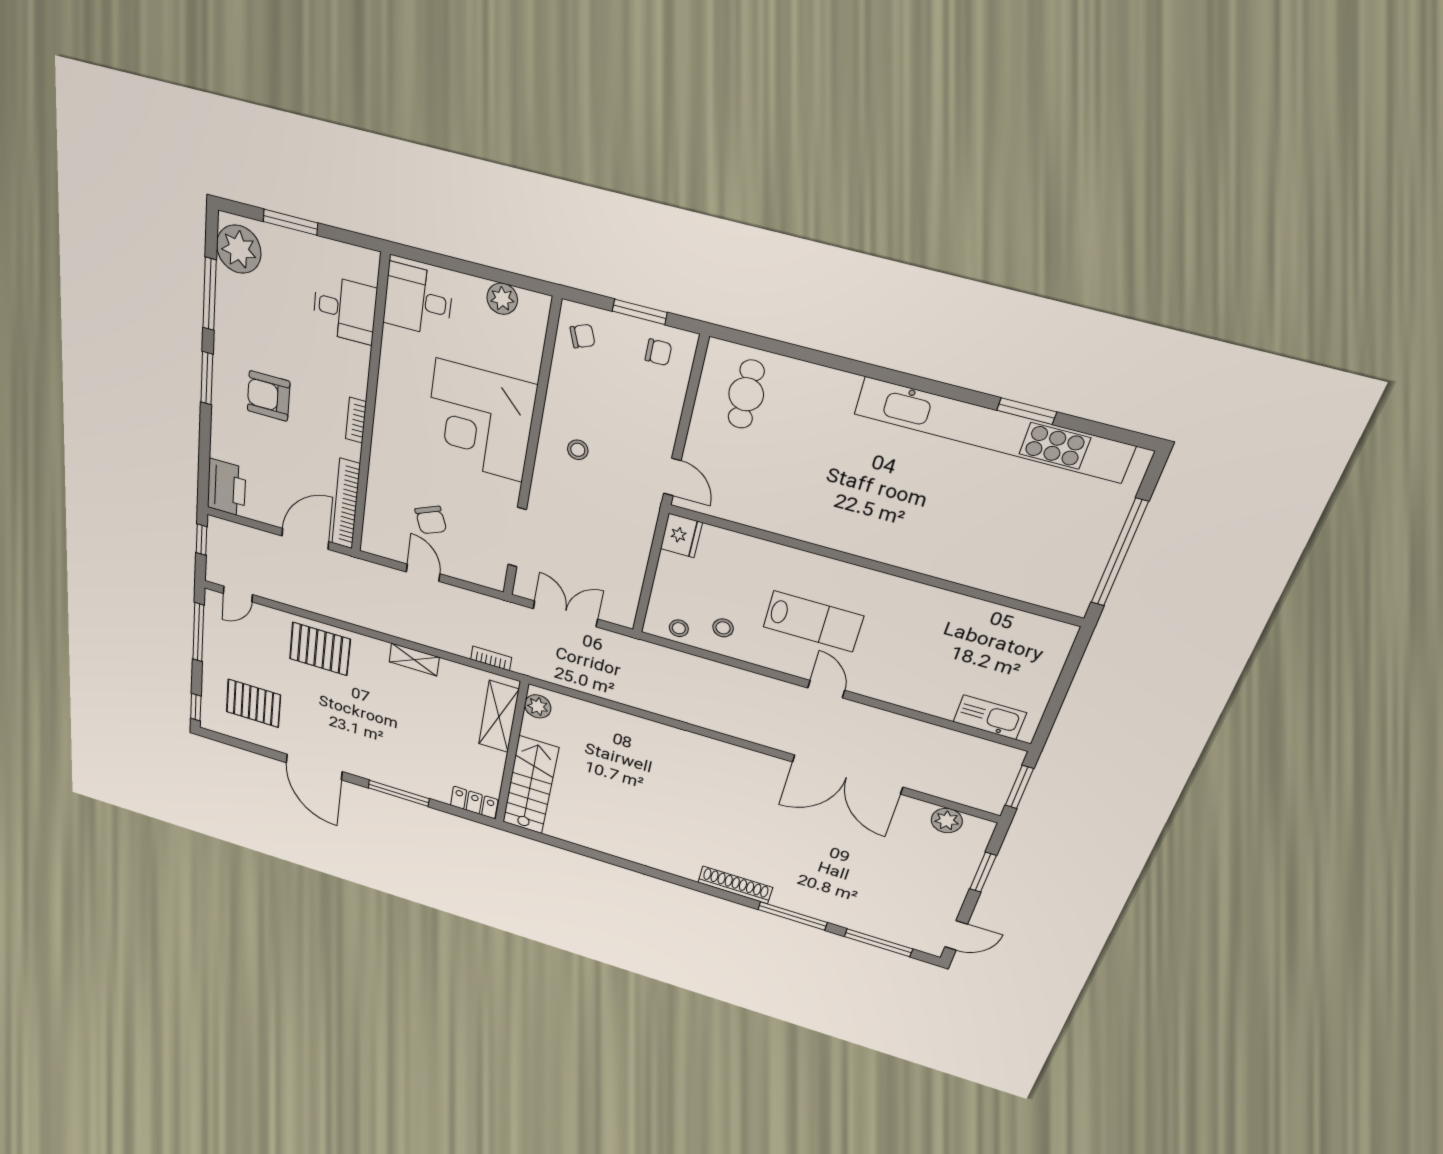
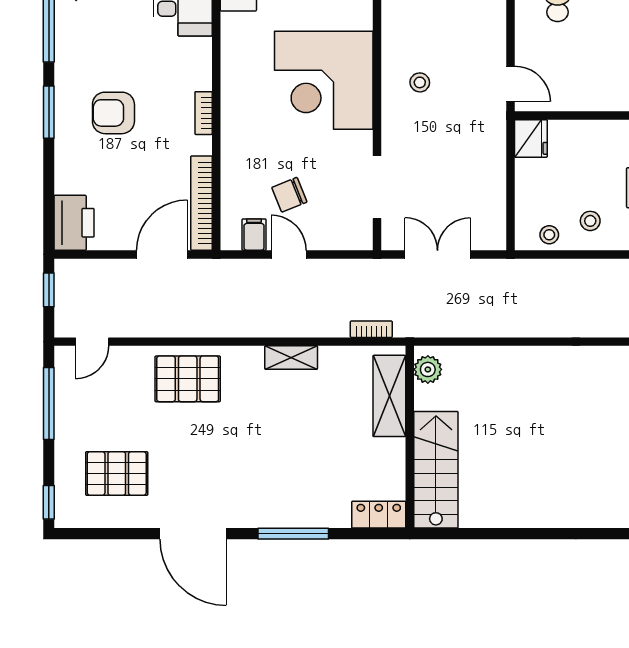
chair: (431, 520) -> (289, 195), turned 91
filing cabinet: (393, 546) -> (254, 235), added

